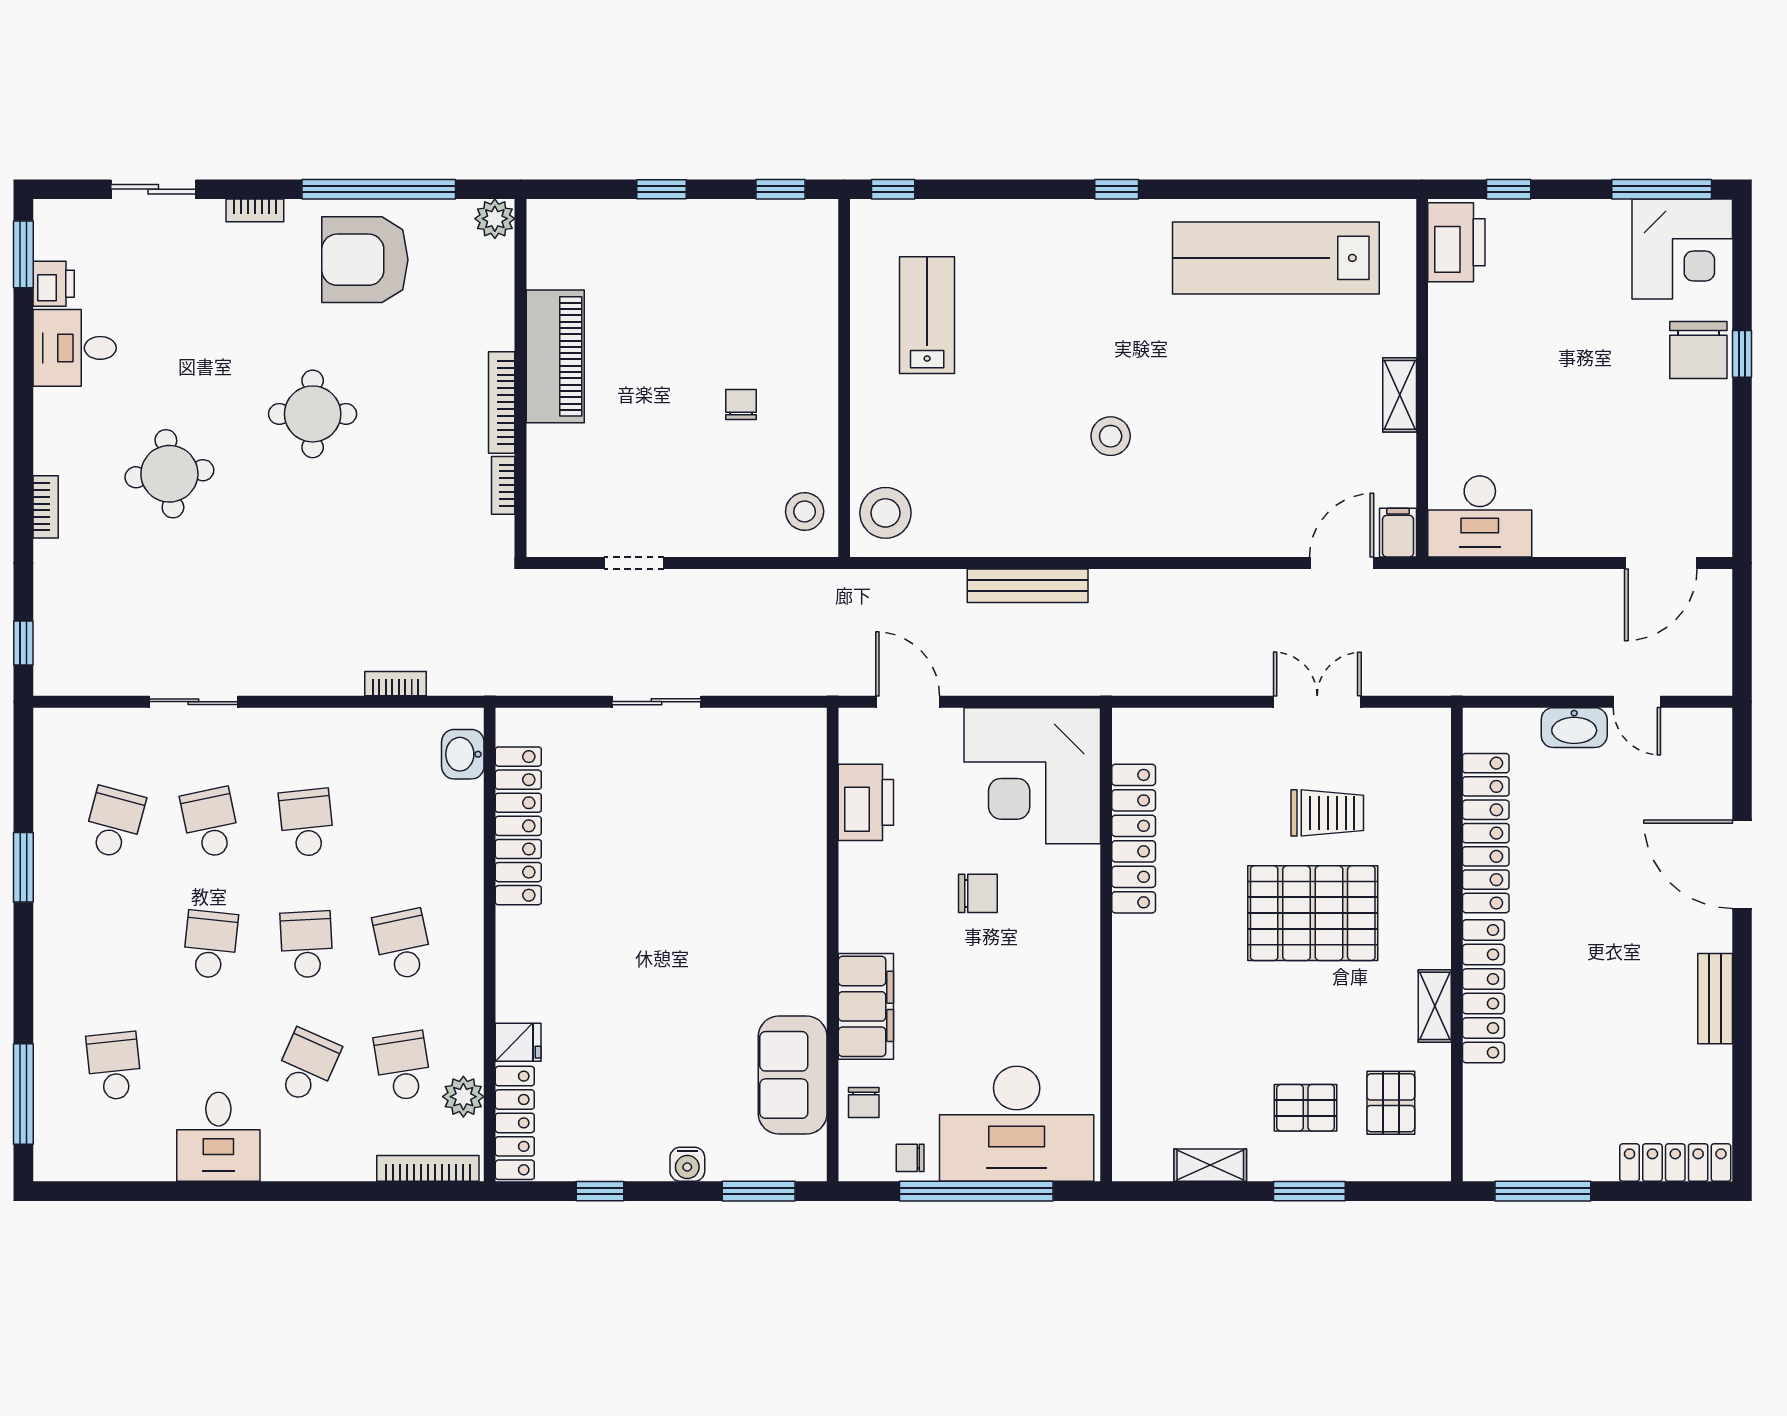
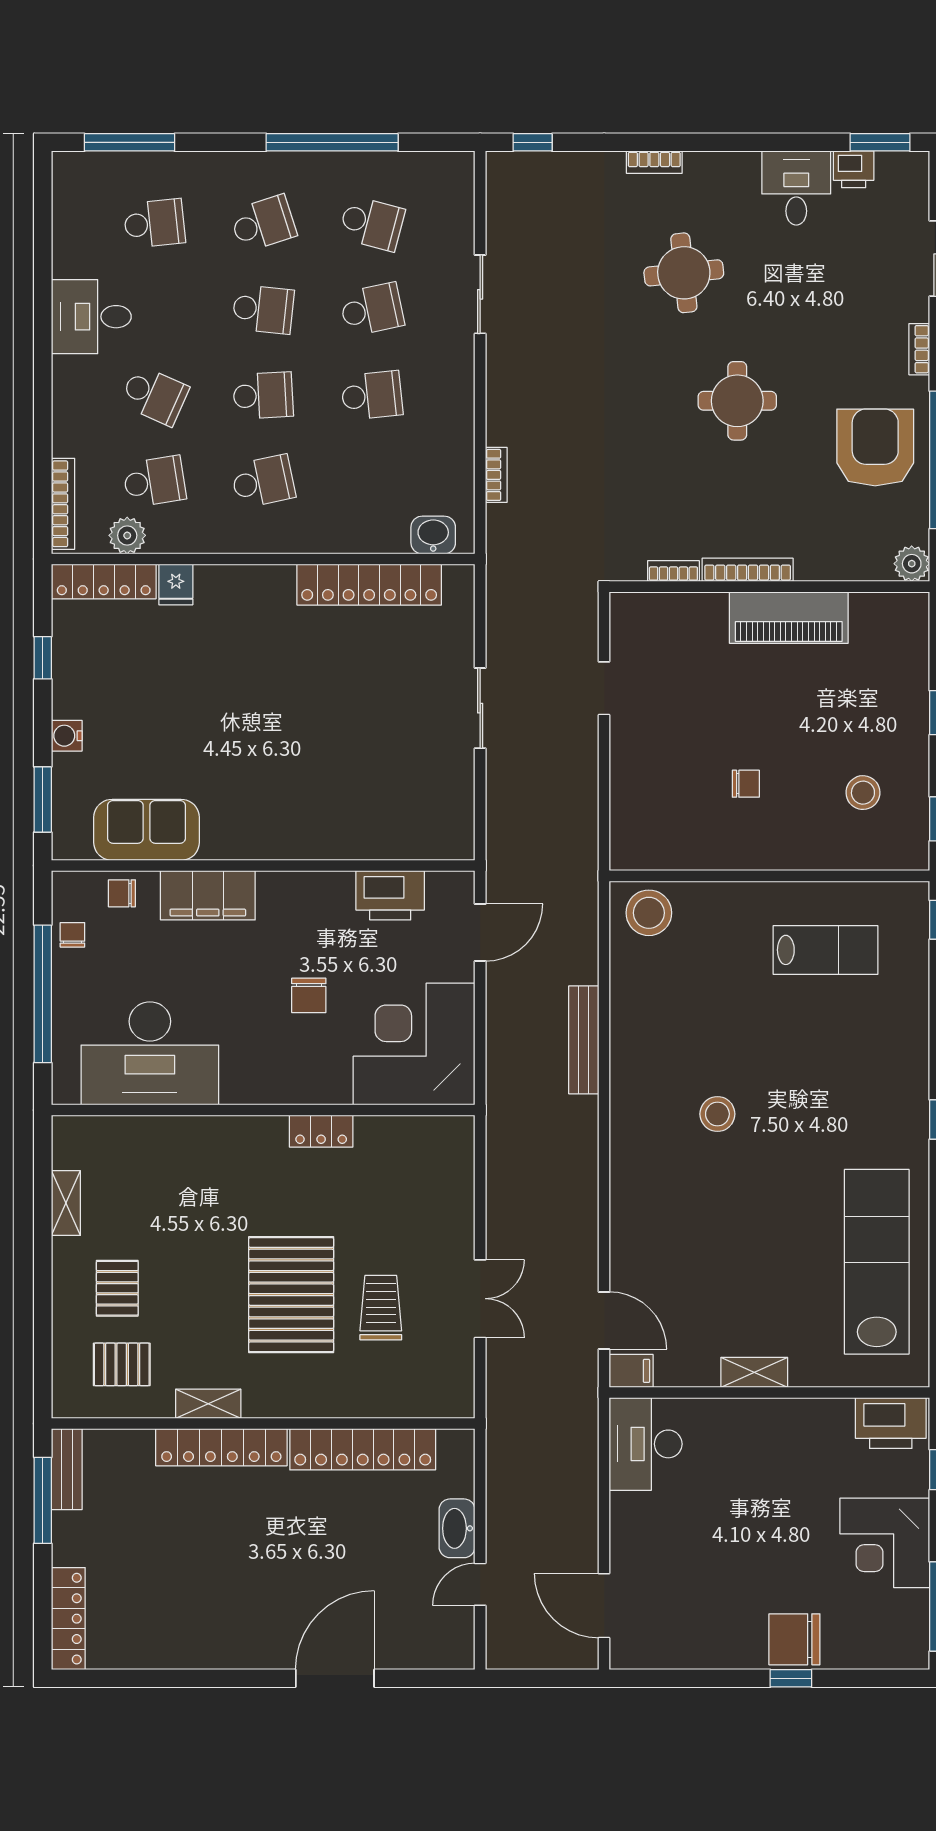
corner desk: (1682, 249) -> (885, 1543), moved
stool: (805, 511) -> (863, 793), moved
trolley: (1327, 813) -> (381, 1308), turned 180
locker: (1134, 839) -> (321, 1131), width x0.46, depth x0.83
window: (23, 867) -> (332, 142), width x2.11
school desk: (114, 944) -> (263, 223), added
bench: (1715, 999) -> (67, 1469), moved, turned 90
desk: (1017, 1124) -> (150, 1053), moved, turned -90
window: (1309, 1191) -> (43, 1292), removed

